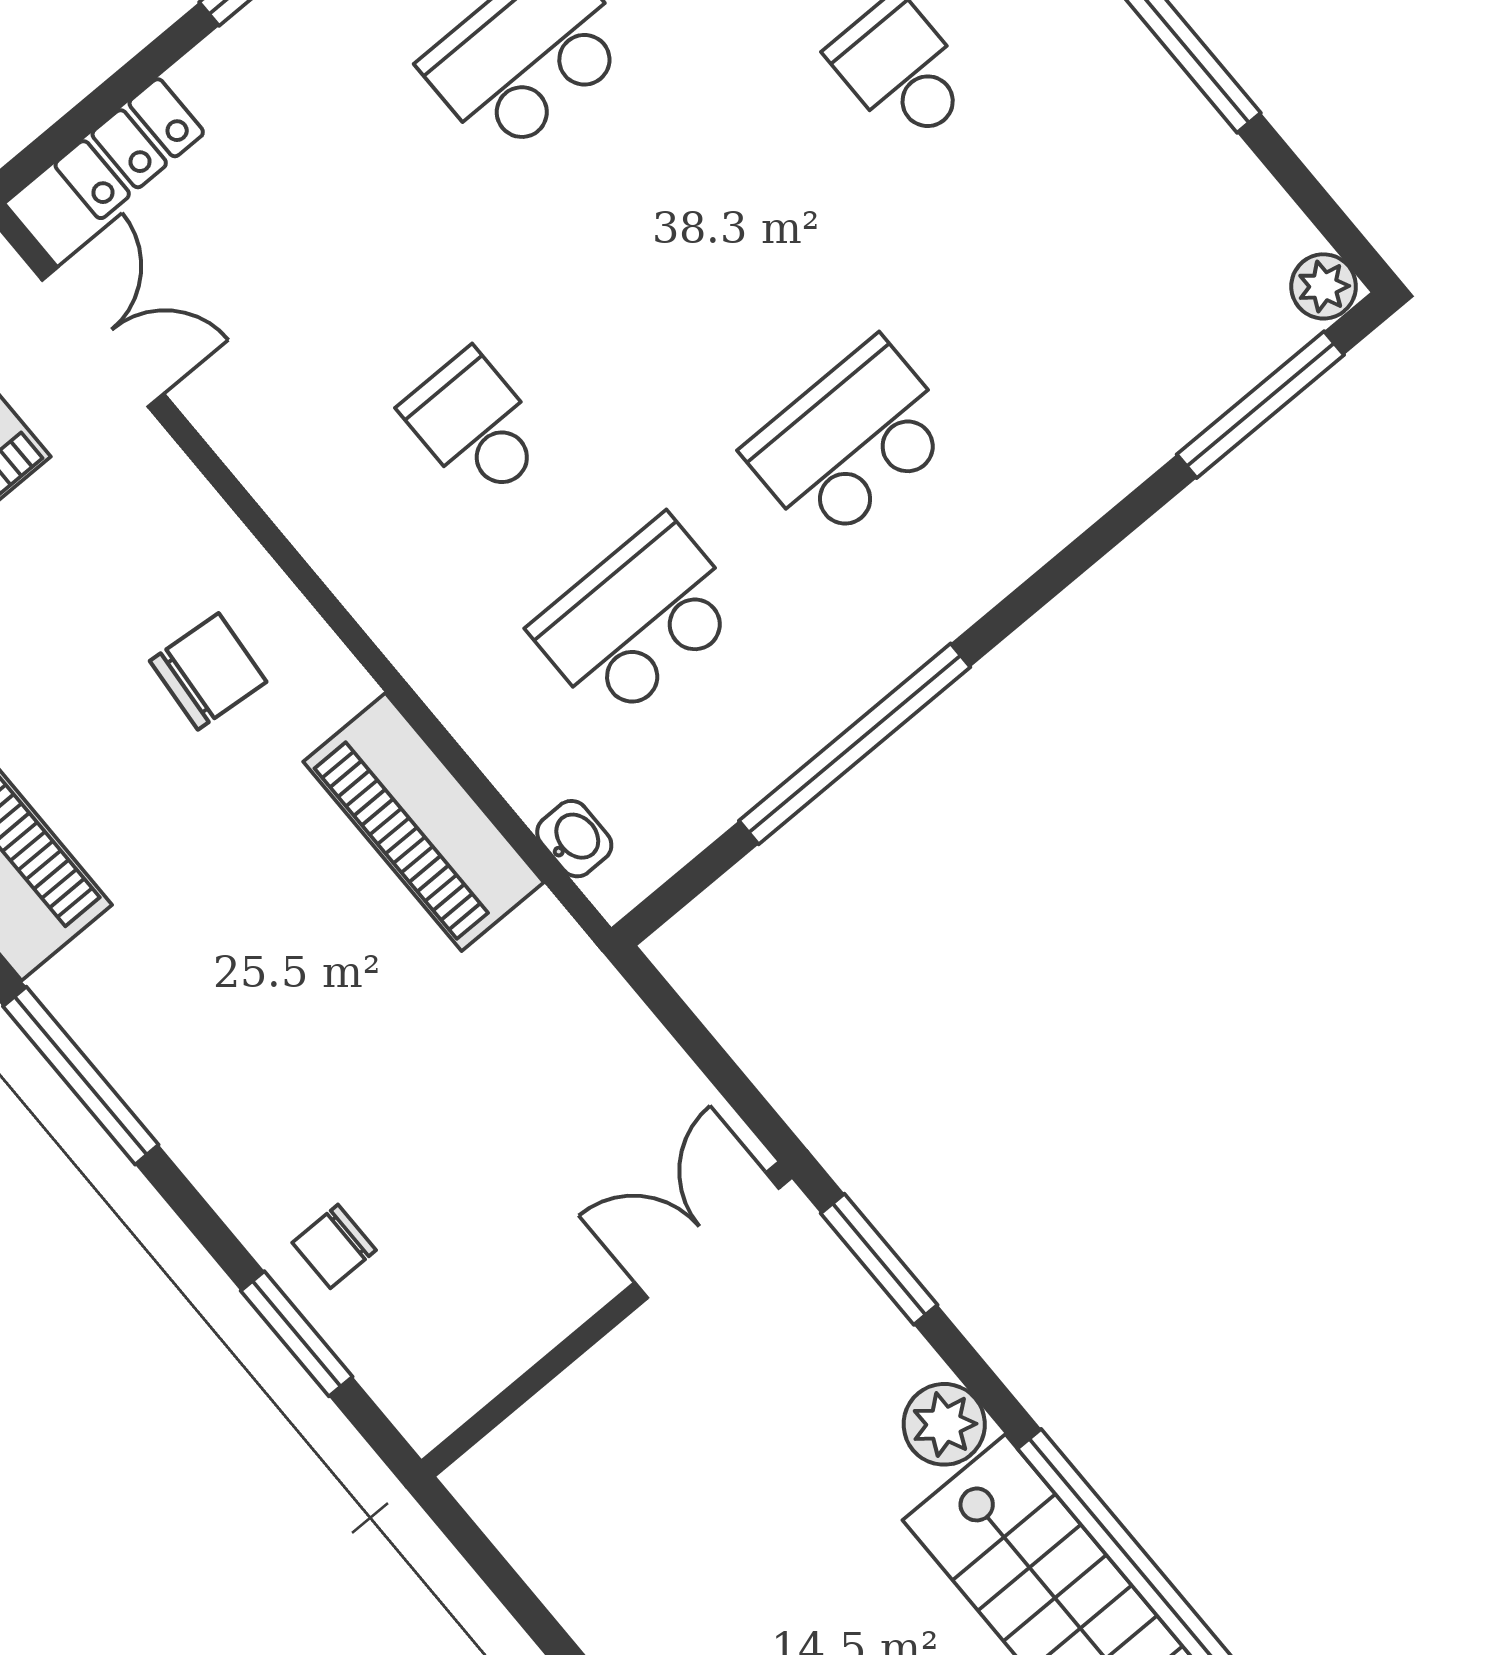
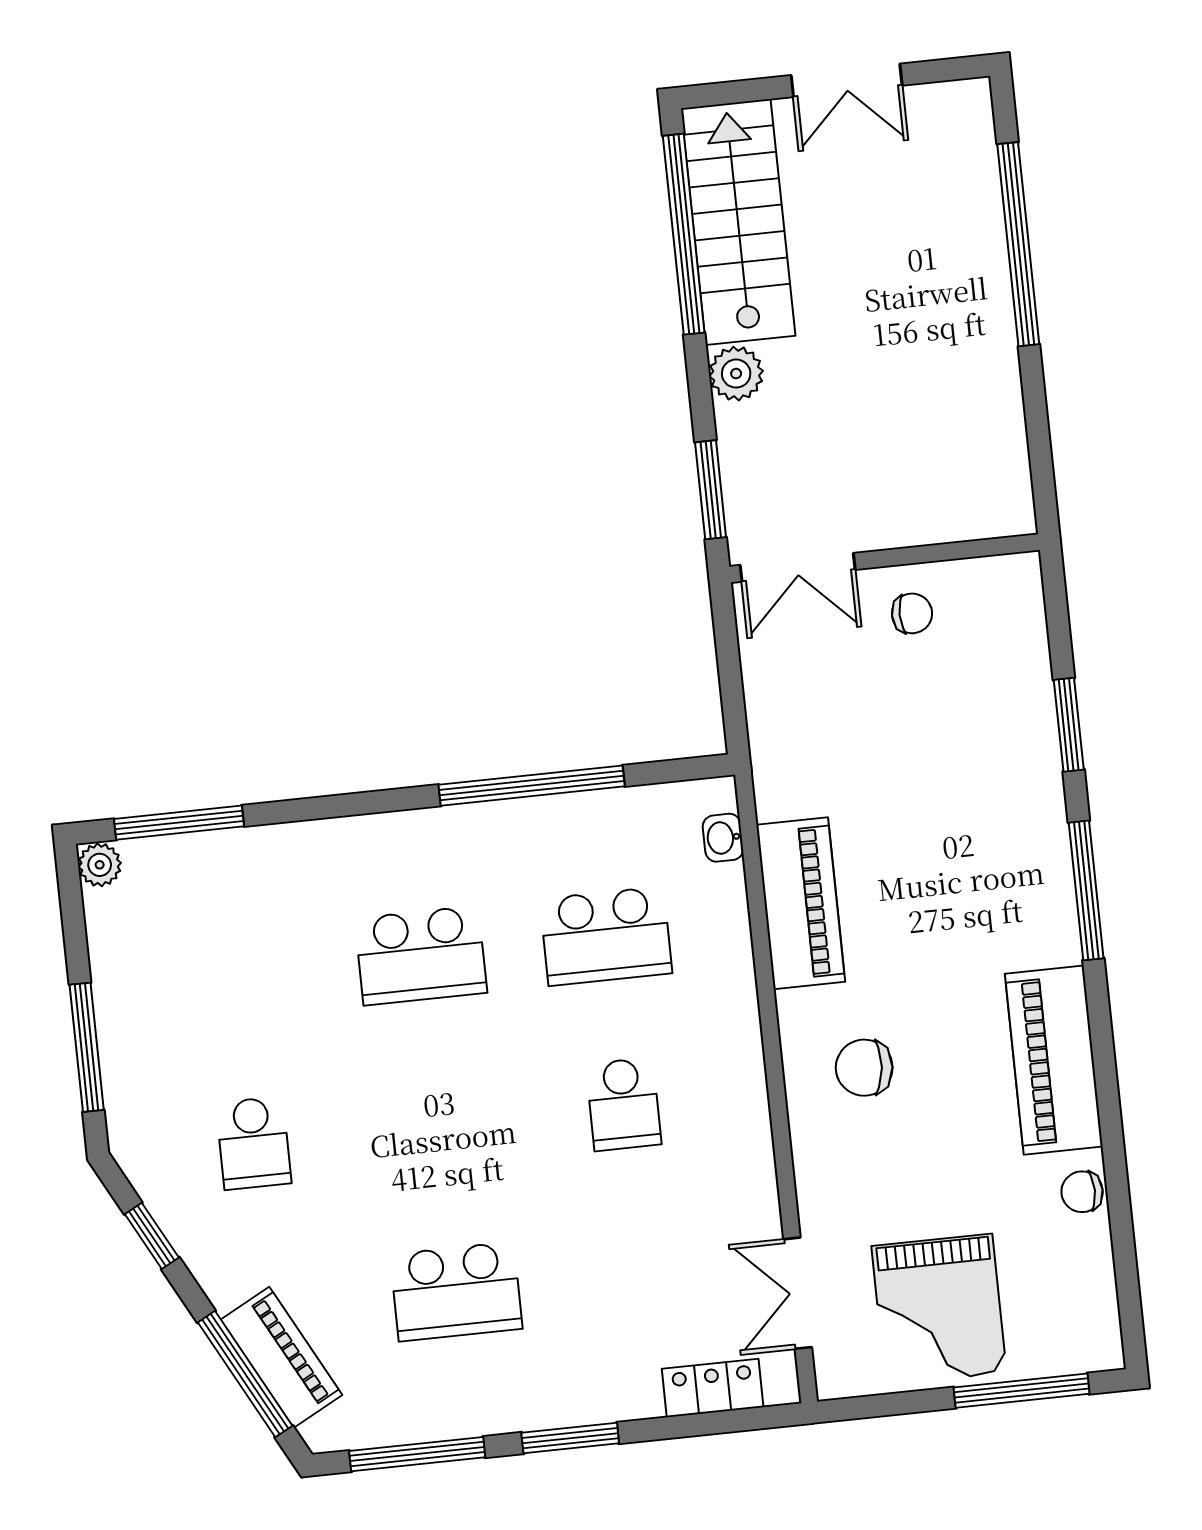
chair: (334, 1246) -> (912, 613), moved
window: (297, 1334) -> (1069, 725), moved

